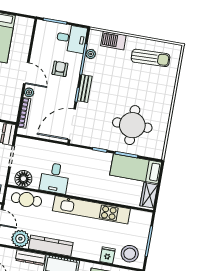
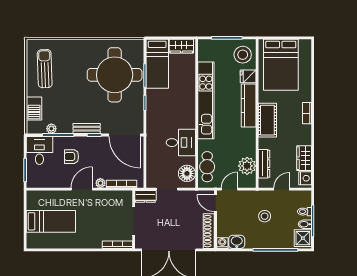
round table: (132, 125) -> (115, 75), width x1.36, depth x1.36
kitchen counter: (51, 246) -> (249, 106), moved
dresser: (30, 258) -> (264, 164), moved

